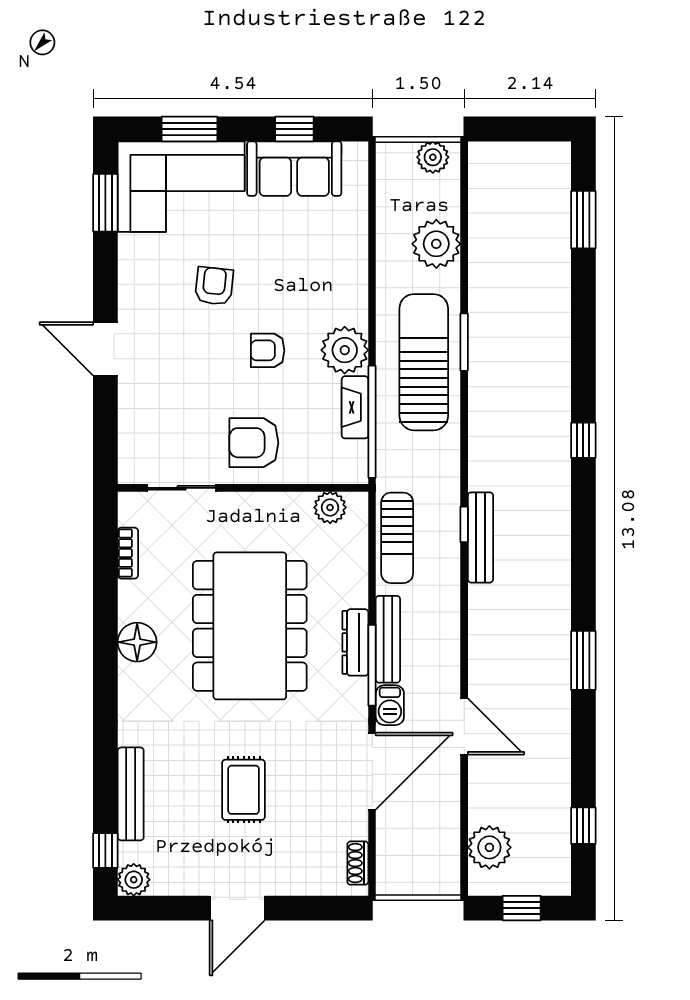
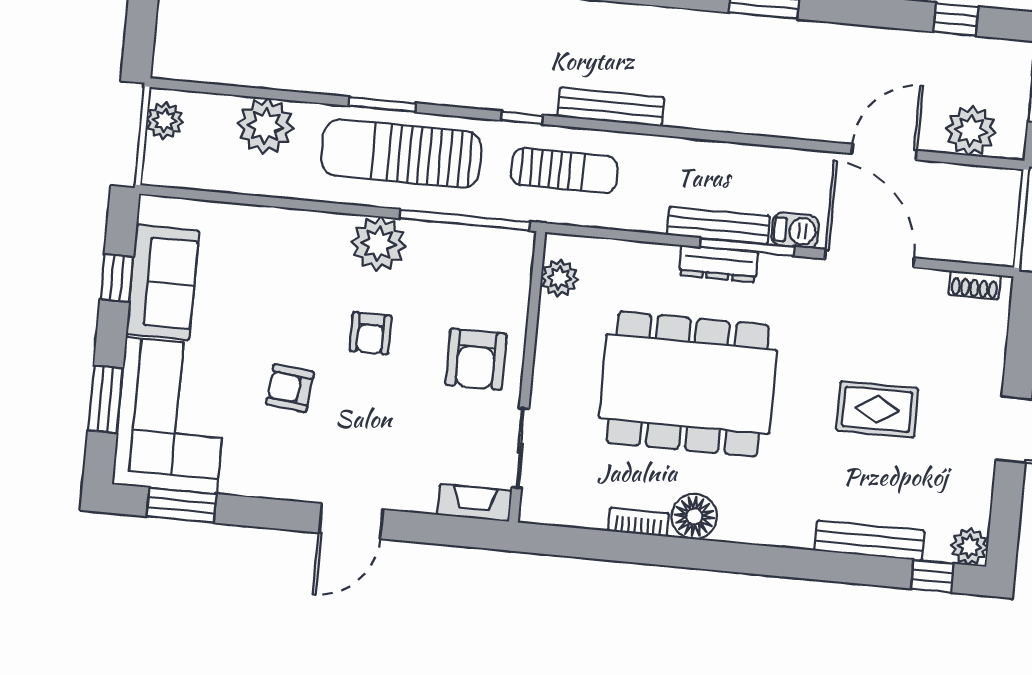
fireplace: (355, 407) -> (474, 503), moved, turned 180
window: (464, 524) -> (522, 118), moved
sun lounger: (397, 538) -> (564, 171), moved
bookcase: (128, 553) -> (638, 522), moved
door: (464, 727) -> (884, 152), moved

